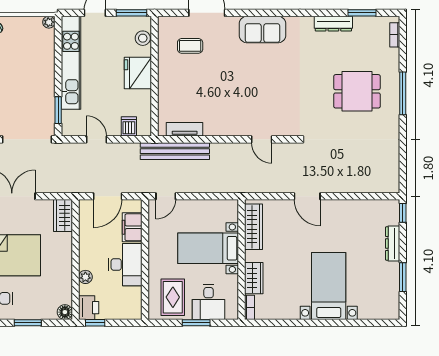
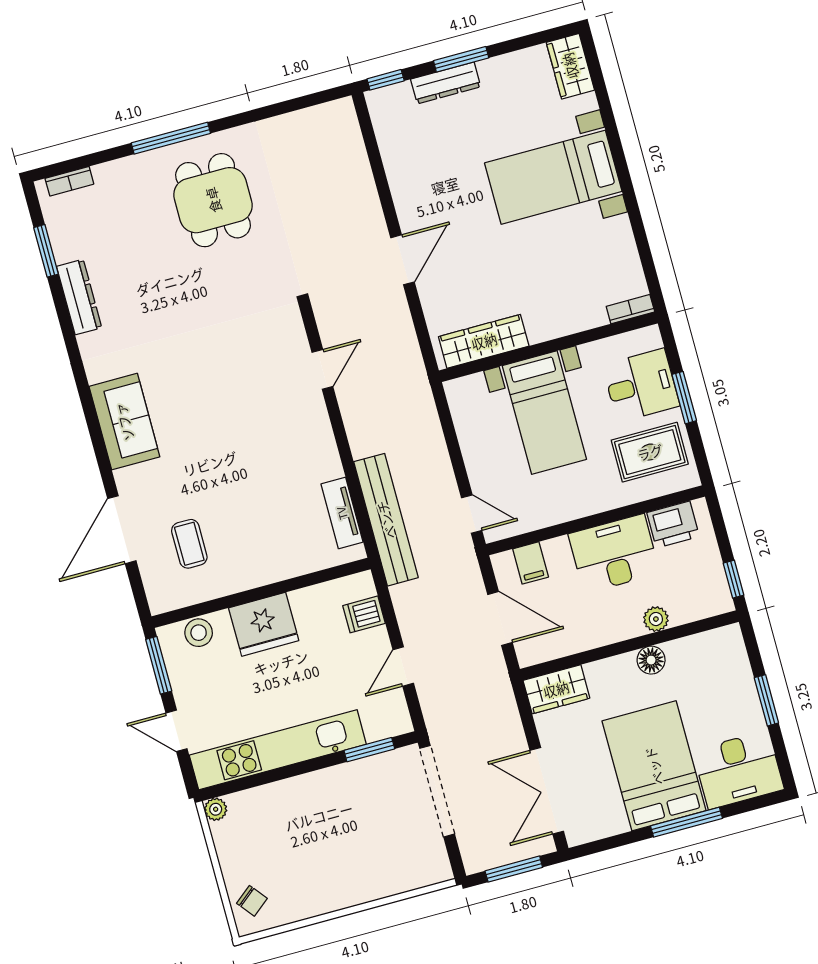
dining table: (357, 91) -> (213, 200), moved
filing cabinet: (132, 227) -> (531, 563), width x0.50
window: (403, 277) -> (461, 59), moved
wardrobe: (254, 278) -> (570, 66), moved, turned -90
printer: (89, 308) -> (673, 525), moved, turned 180
floor lamp: (65, 312) -> (651, 660), moved

